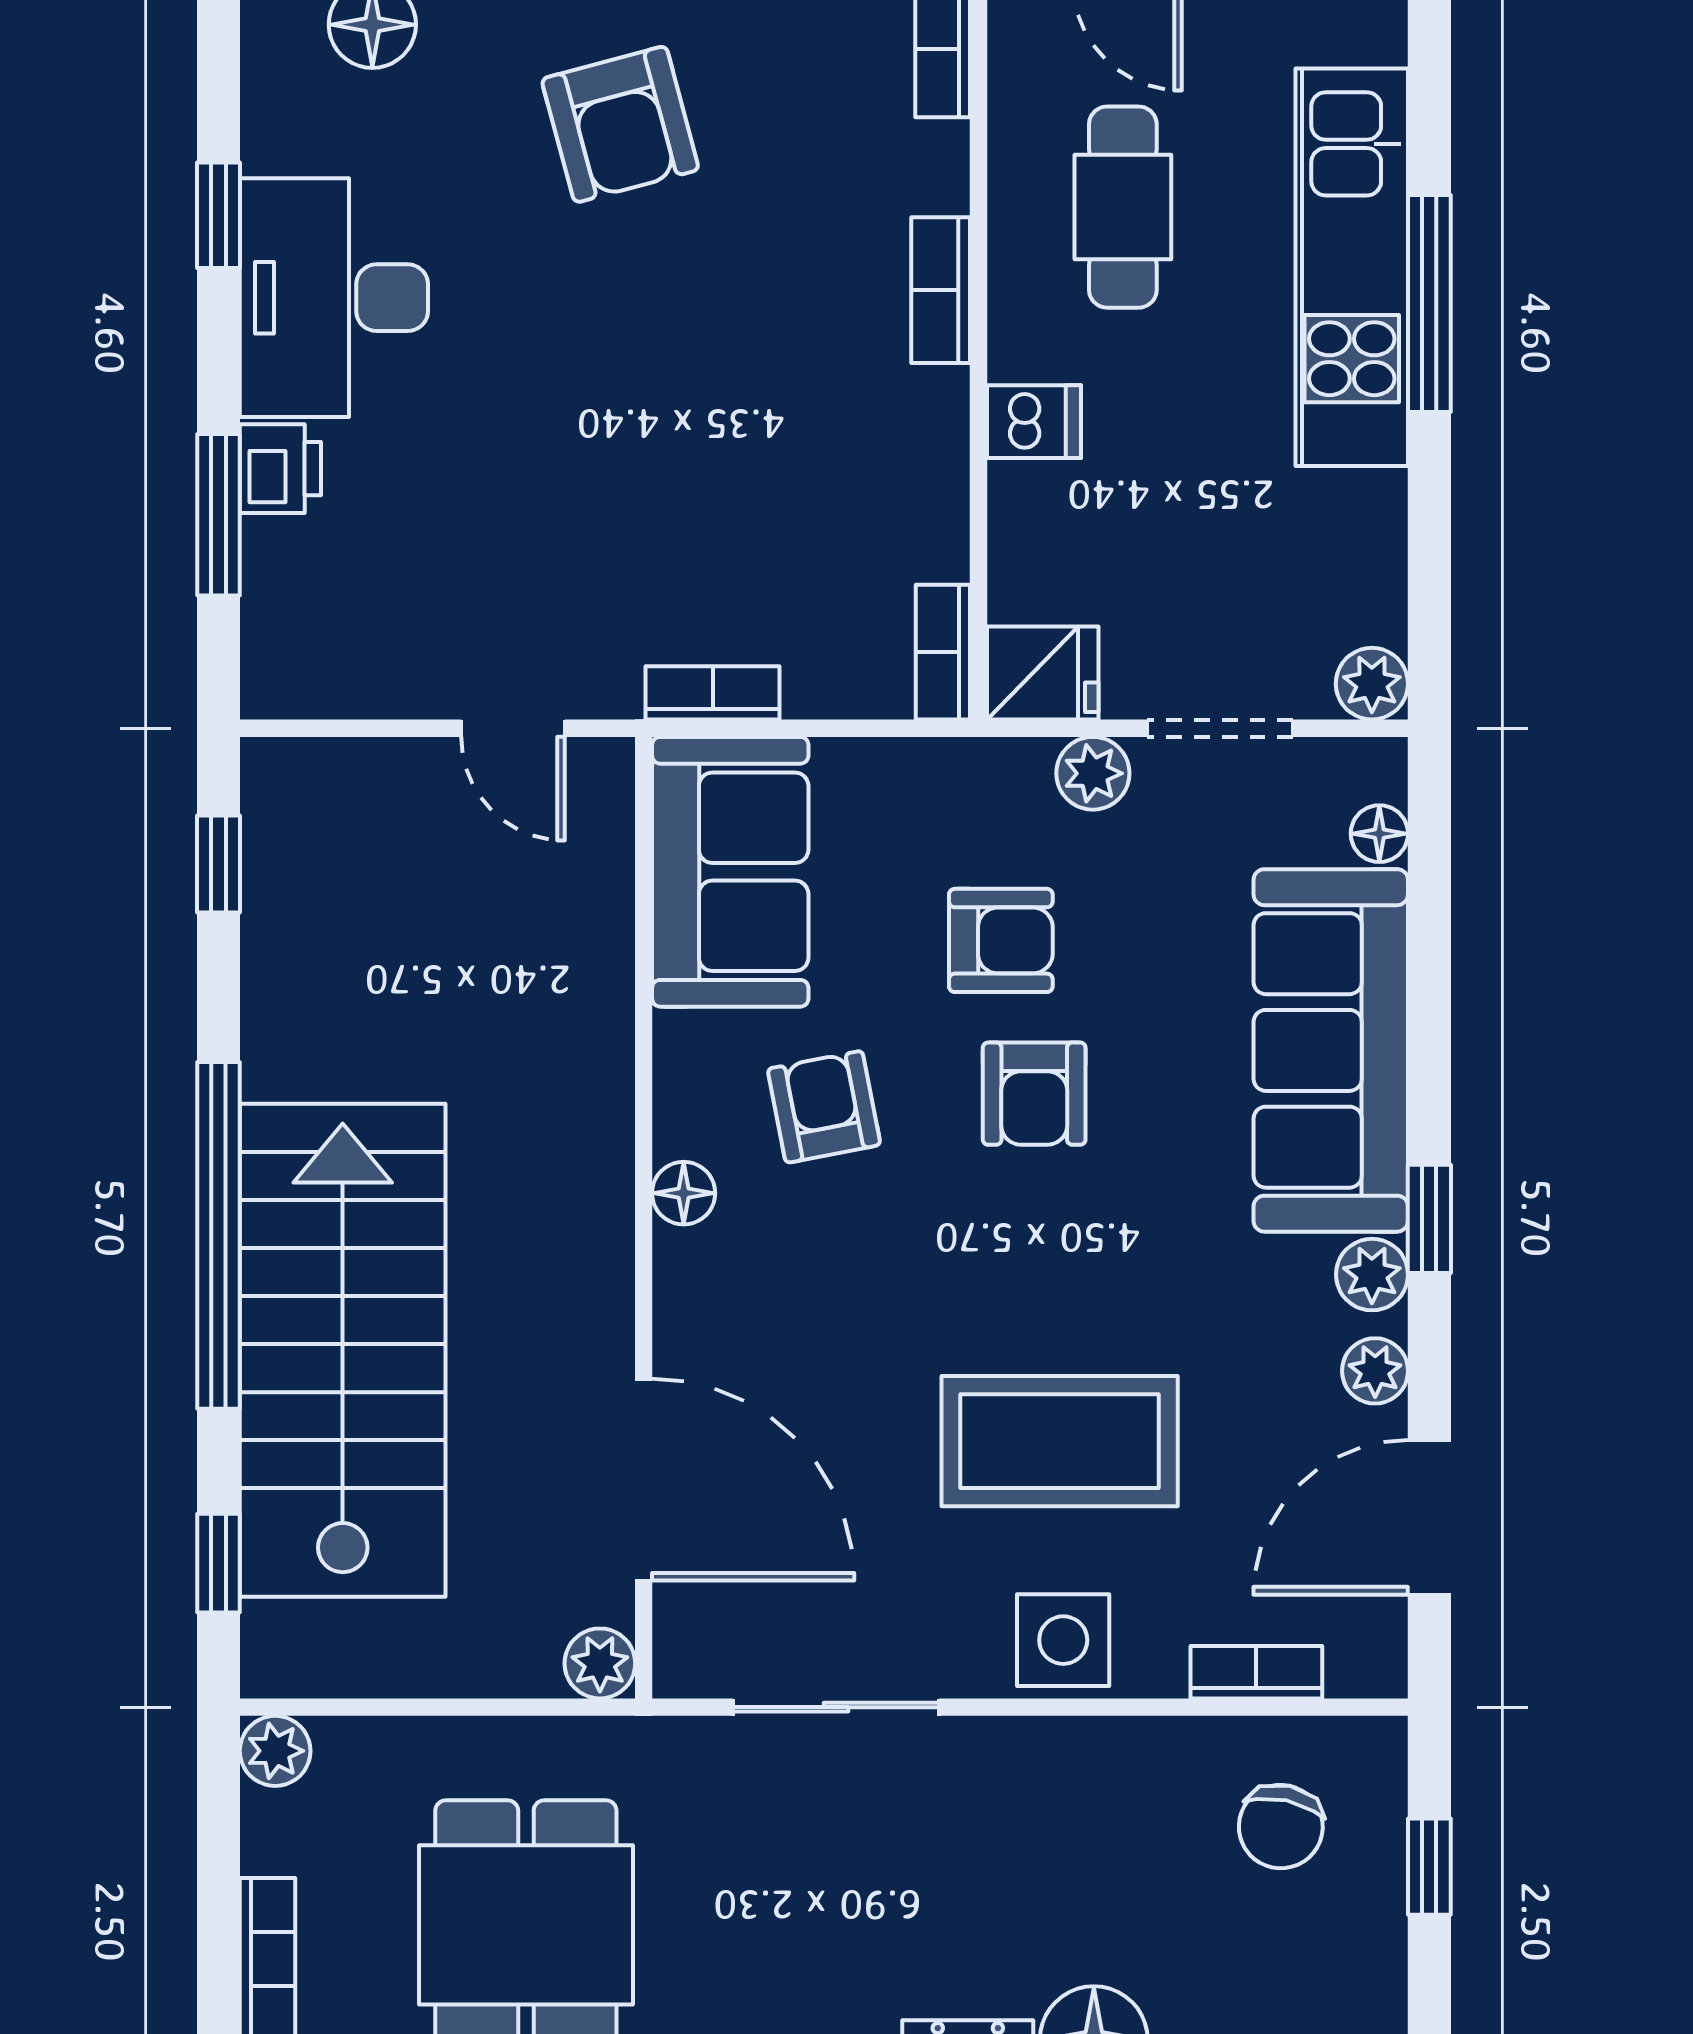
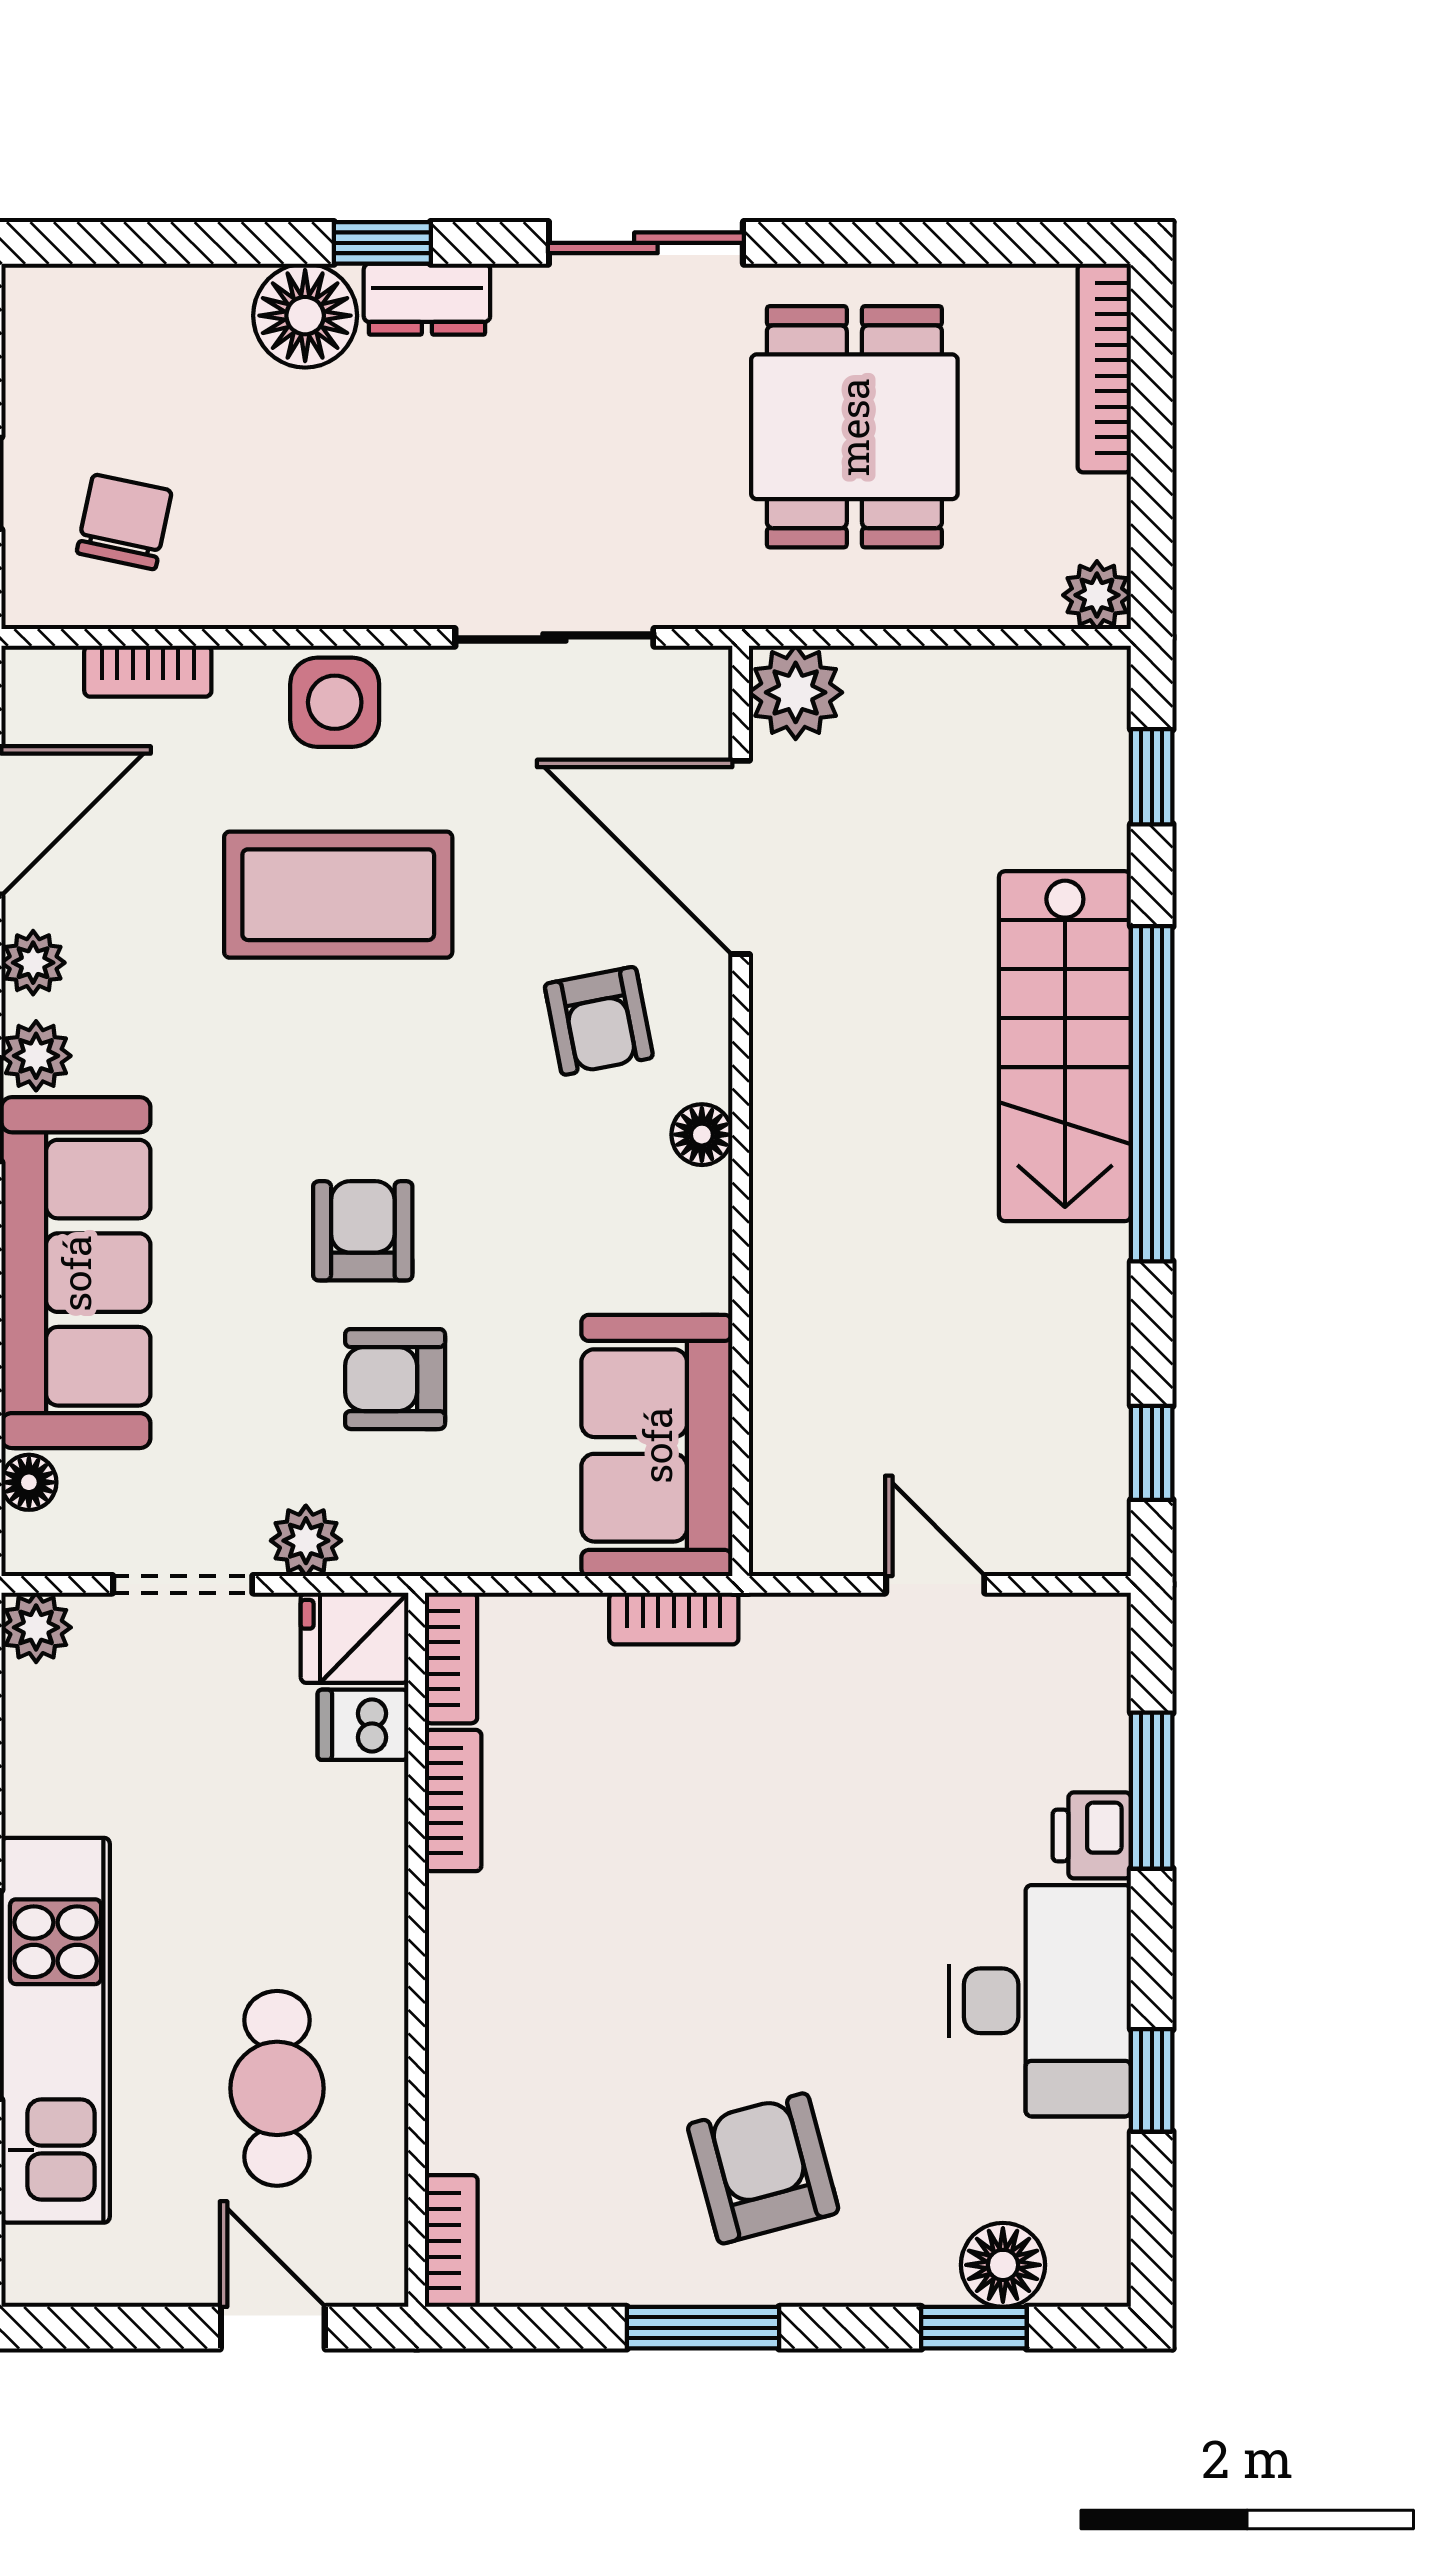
bookcase: (941, 290) -> (453, 1801), moved
dishwasher: (1034, 422) -> (363, 1725), moved
door: (513, 728) -> (935, 1584), moved
armchair: (824, 1107) -> (599, 1021), moved
stairs: (343, 1350) -> (1065, 1046), width x0.73, depth x0.66
plant: (600, 1663) -> (796, 692), width x1.38, depth x1.38

